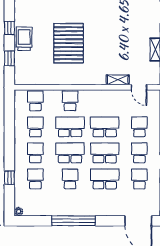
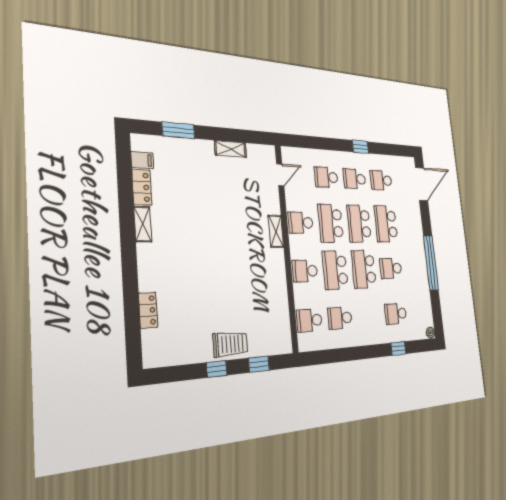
trolley: (24, 39) -> (230, 344), turned 180
pallet: (69, 43) -> (231, 275), removed
shelving: (118, 80) -> (276, 231), moved
school desk: (35, 153) -> (301, 223), moved

